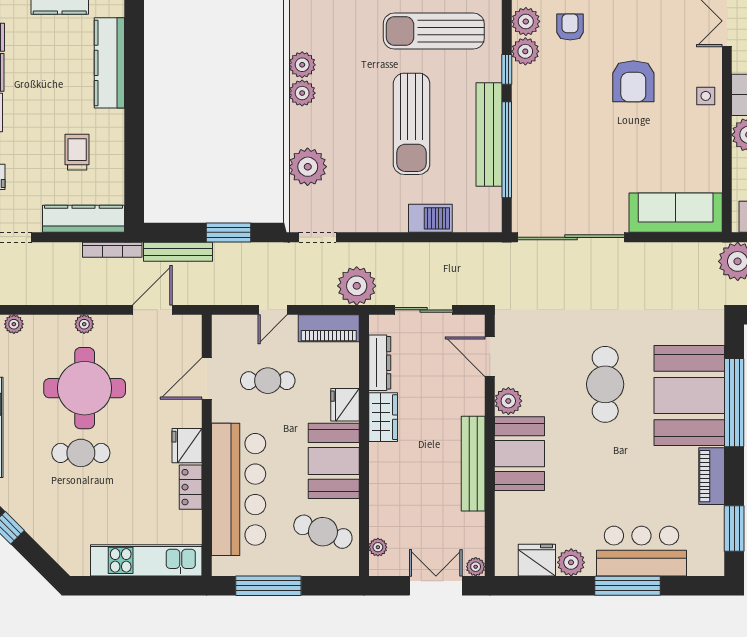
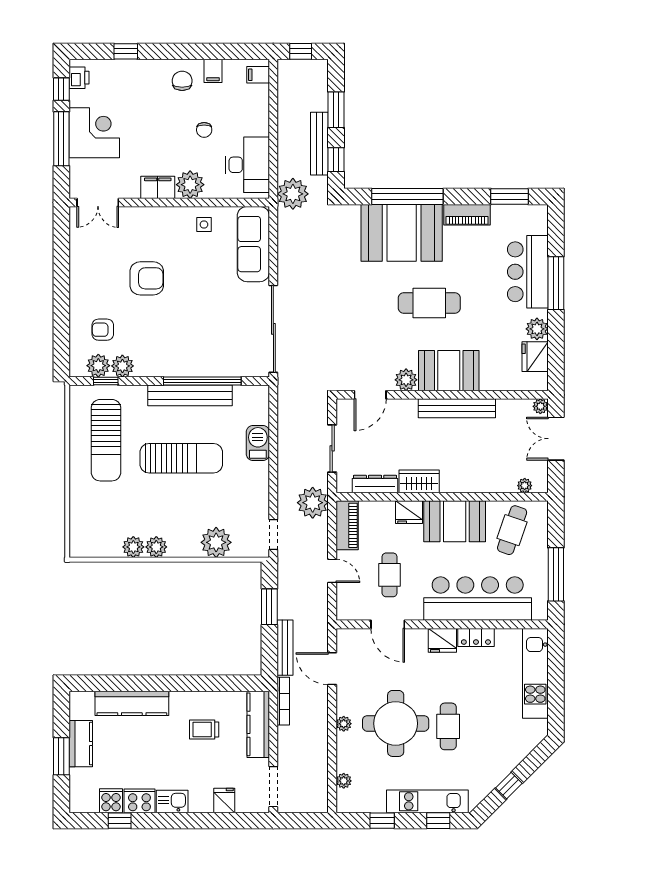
window: (507, 69) -> (106, 381), moved
side table: (706, 96) -> (204, 225), moved
cafe table: (605, 384) -> (429, 303), moved

